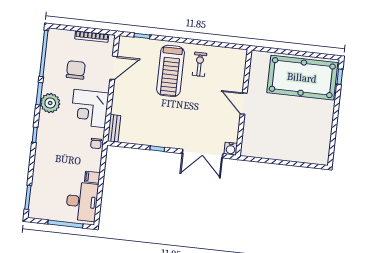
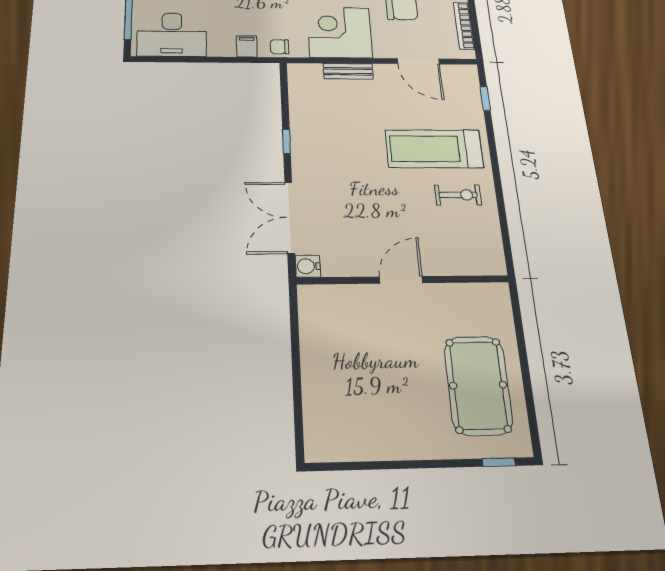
pool table: (302, 78) -> (478, 385), width x0.73, depth x0.76
bench: (114, 128) -> (348, 71), moved
filing cabinet: (92, 177) -> (247, 46), moved

